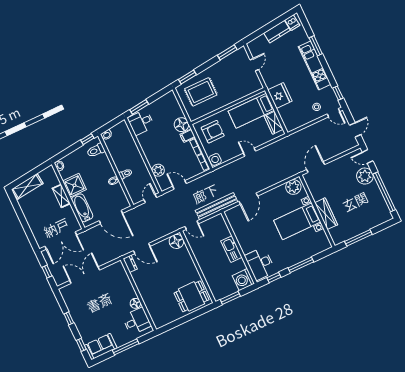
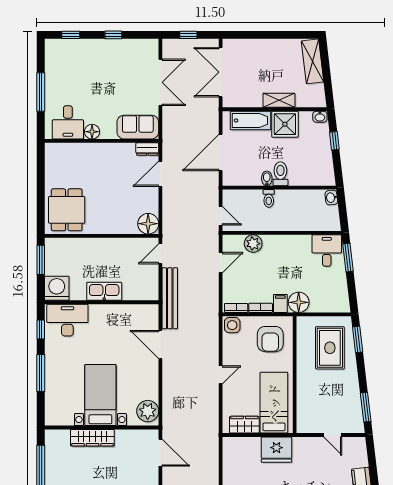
window: (87, 139) -> (334, 141), moved
toilet: (96, 150) -> (280, 174), moved
sofa: (101, 347) -> (138, 127), moved, turned -90

